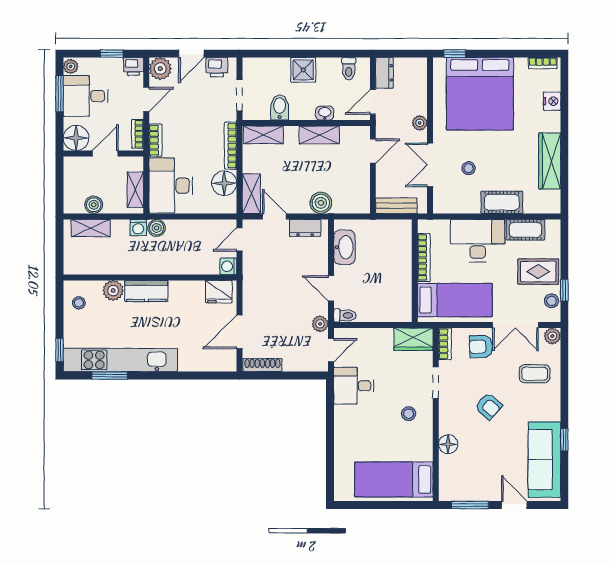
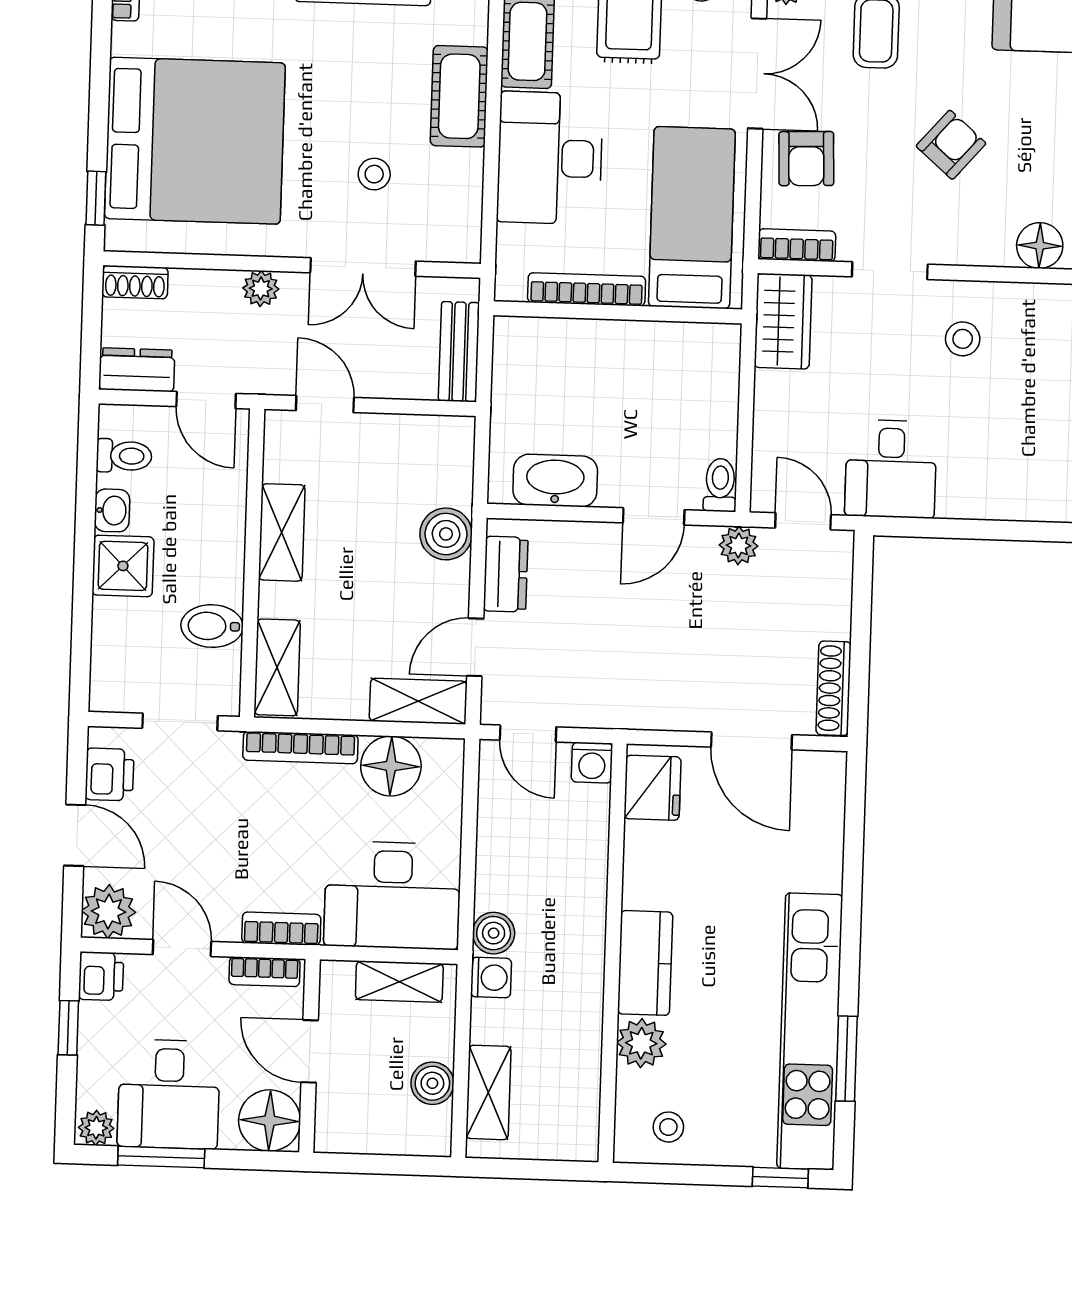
shoe rack: (421, 71) -> (135, 282), added
washbasin: (325, 113) -> (112, 510), moved, turned 180

